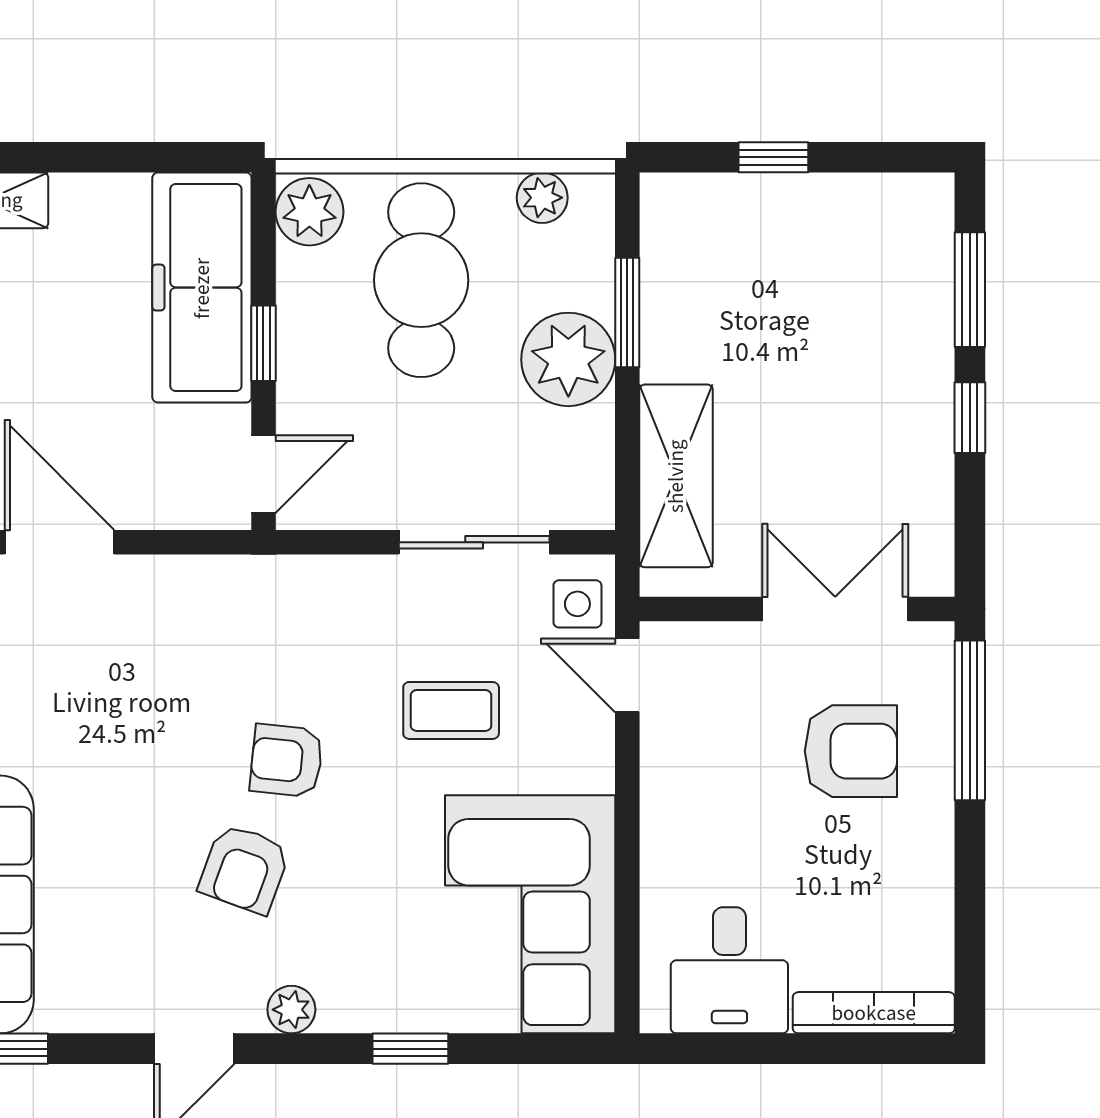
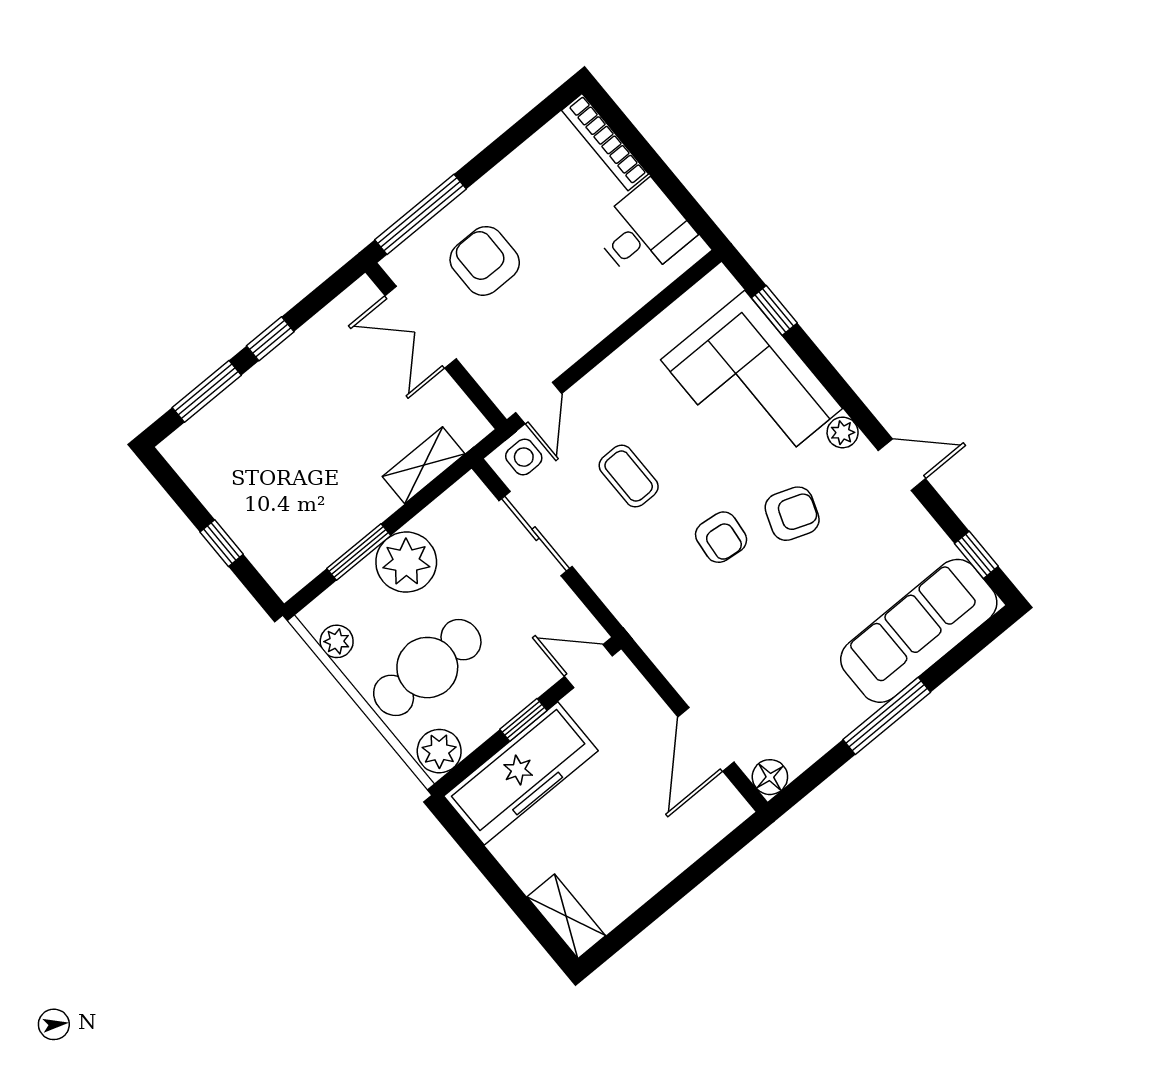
shelving: (676, 476) -> (424, 465), width x0.67, depth x0.75
corner sofa: (530, 914) -> (751, 384), moved, turned 90
window: (410, 1049) -> (774, 310), moved

